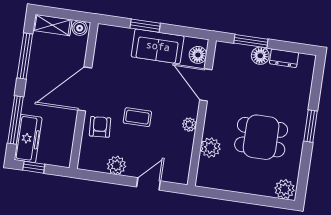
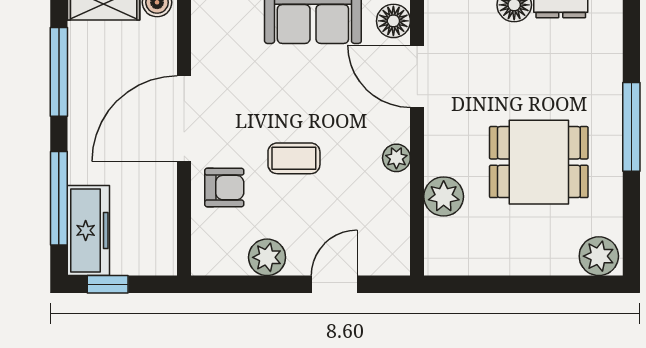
window: (311, 126) -> (631, 127), width x1.44
armchair: (100, 127) -> (224, 188), turned 94

